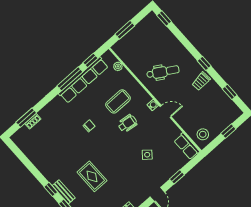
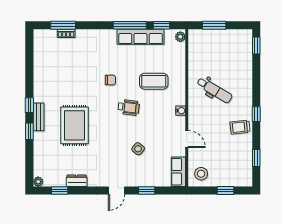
plant: (118, 66) -> (180, 37), moved
row of seats: (83, 80) -> (140, 37), width x0.73
door: (166, 111) -> (187, 139), moved
wheelchair: (127, 124) -> (129, 107), moved
rug: (92, 176) -> (75, 125), width x1.36, depth x1.43

